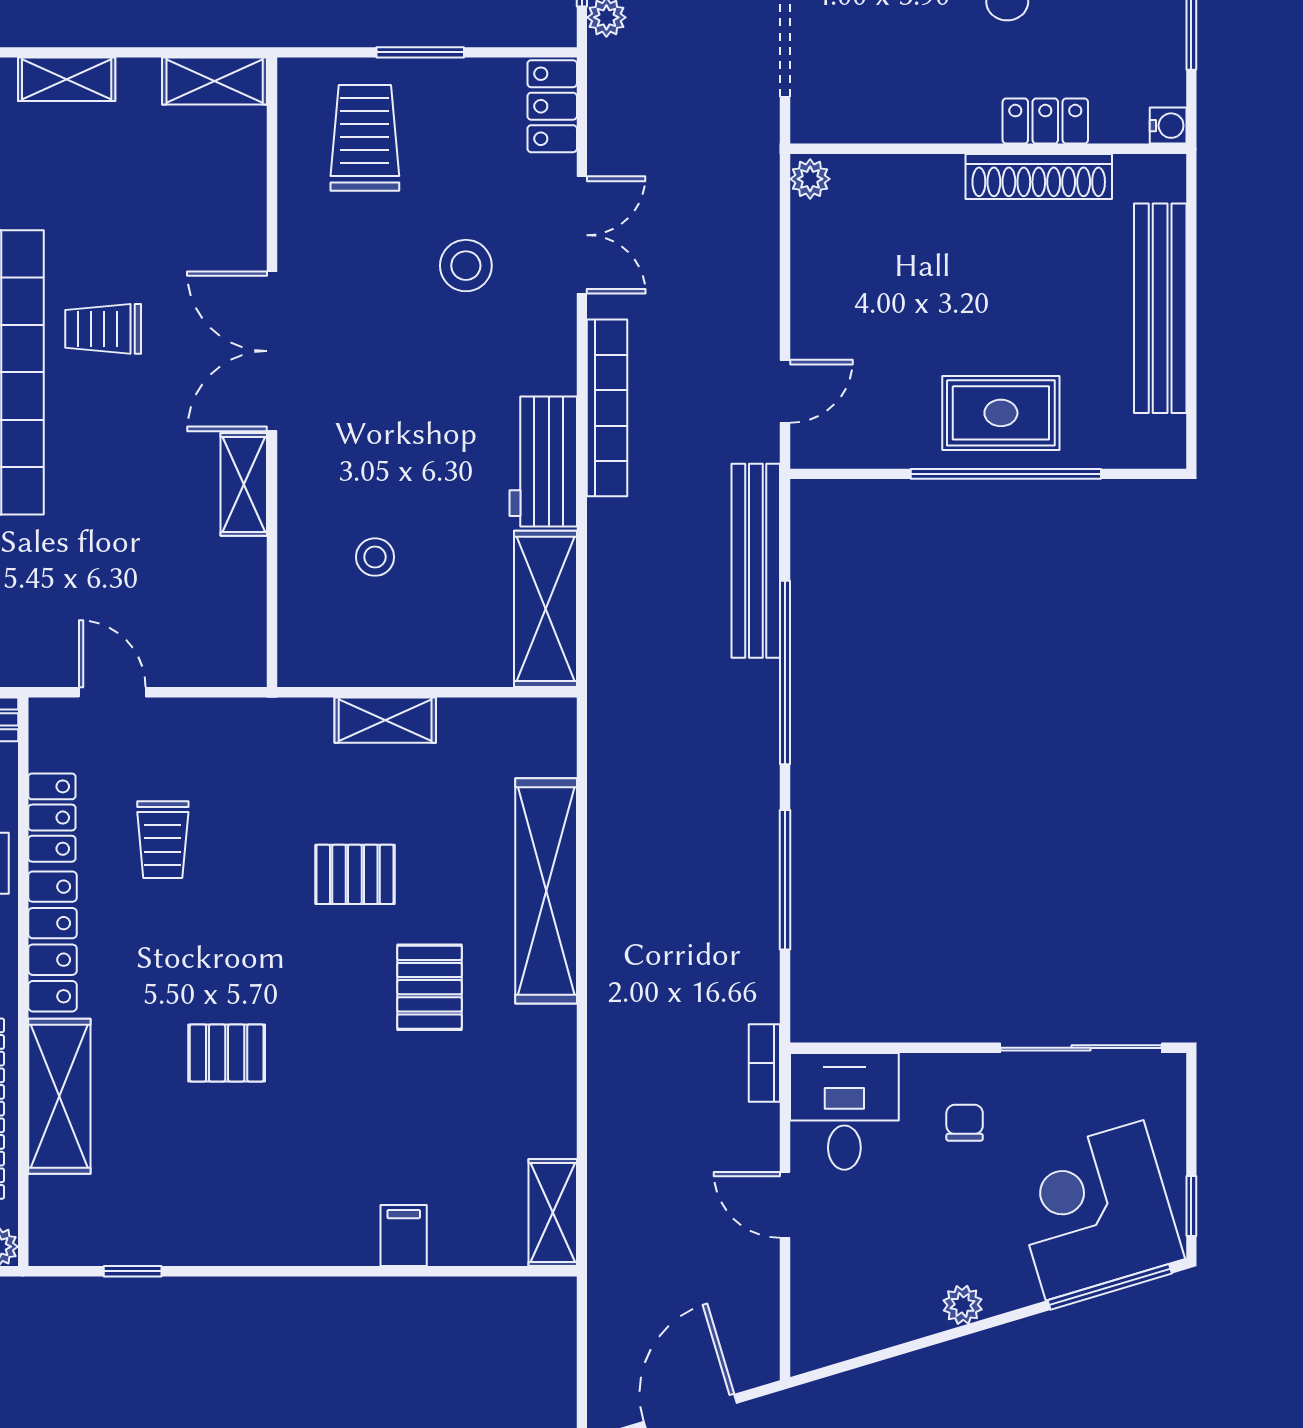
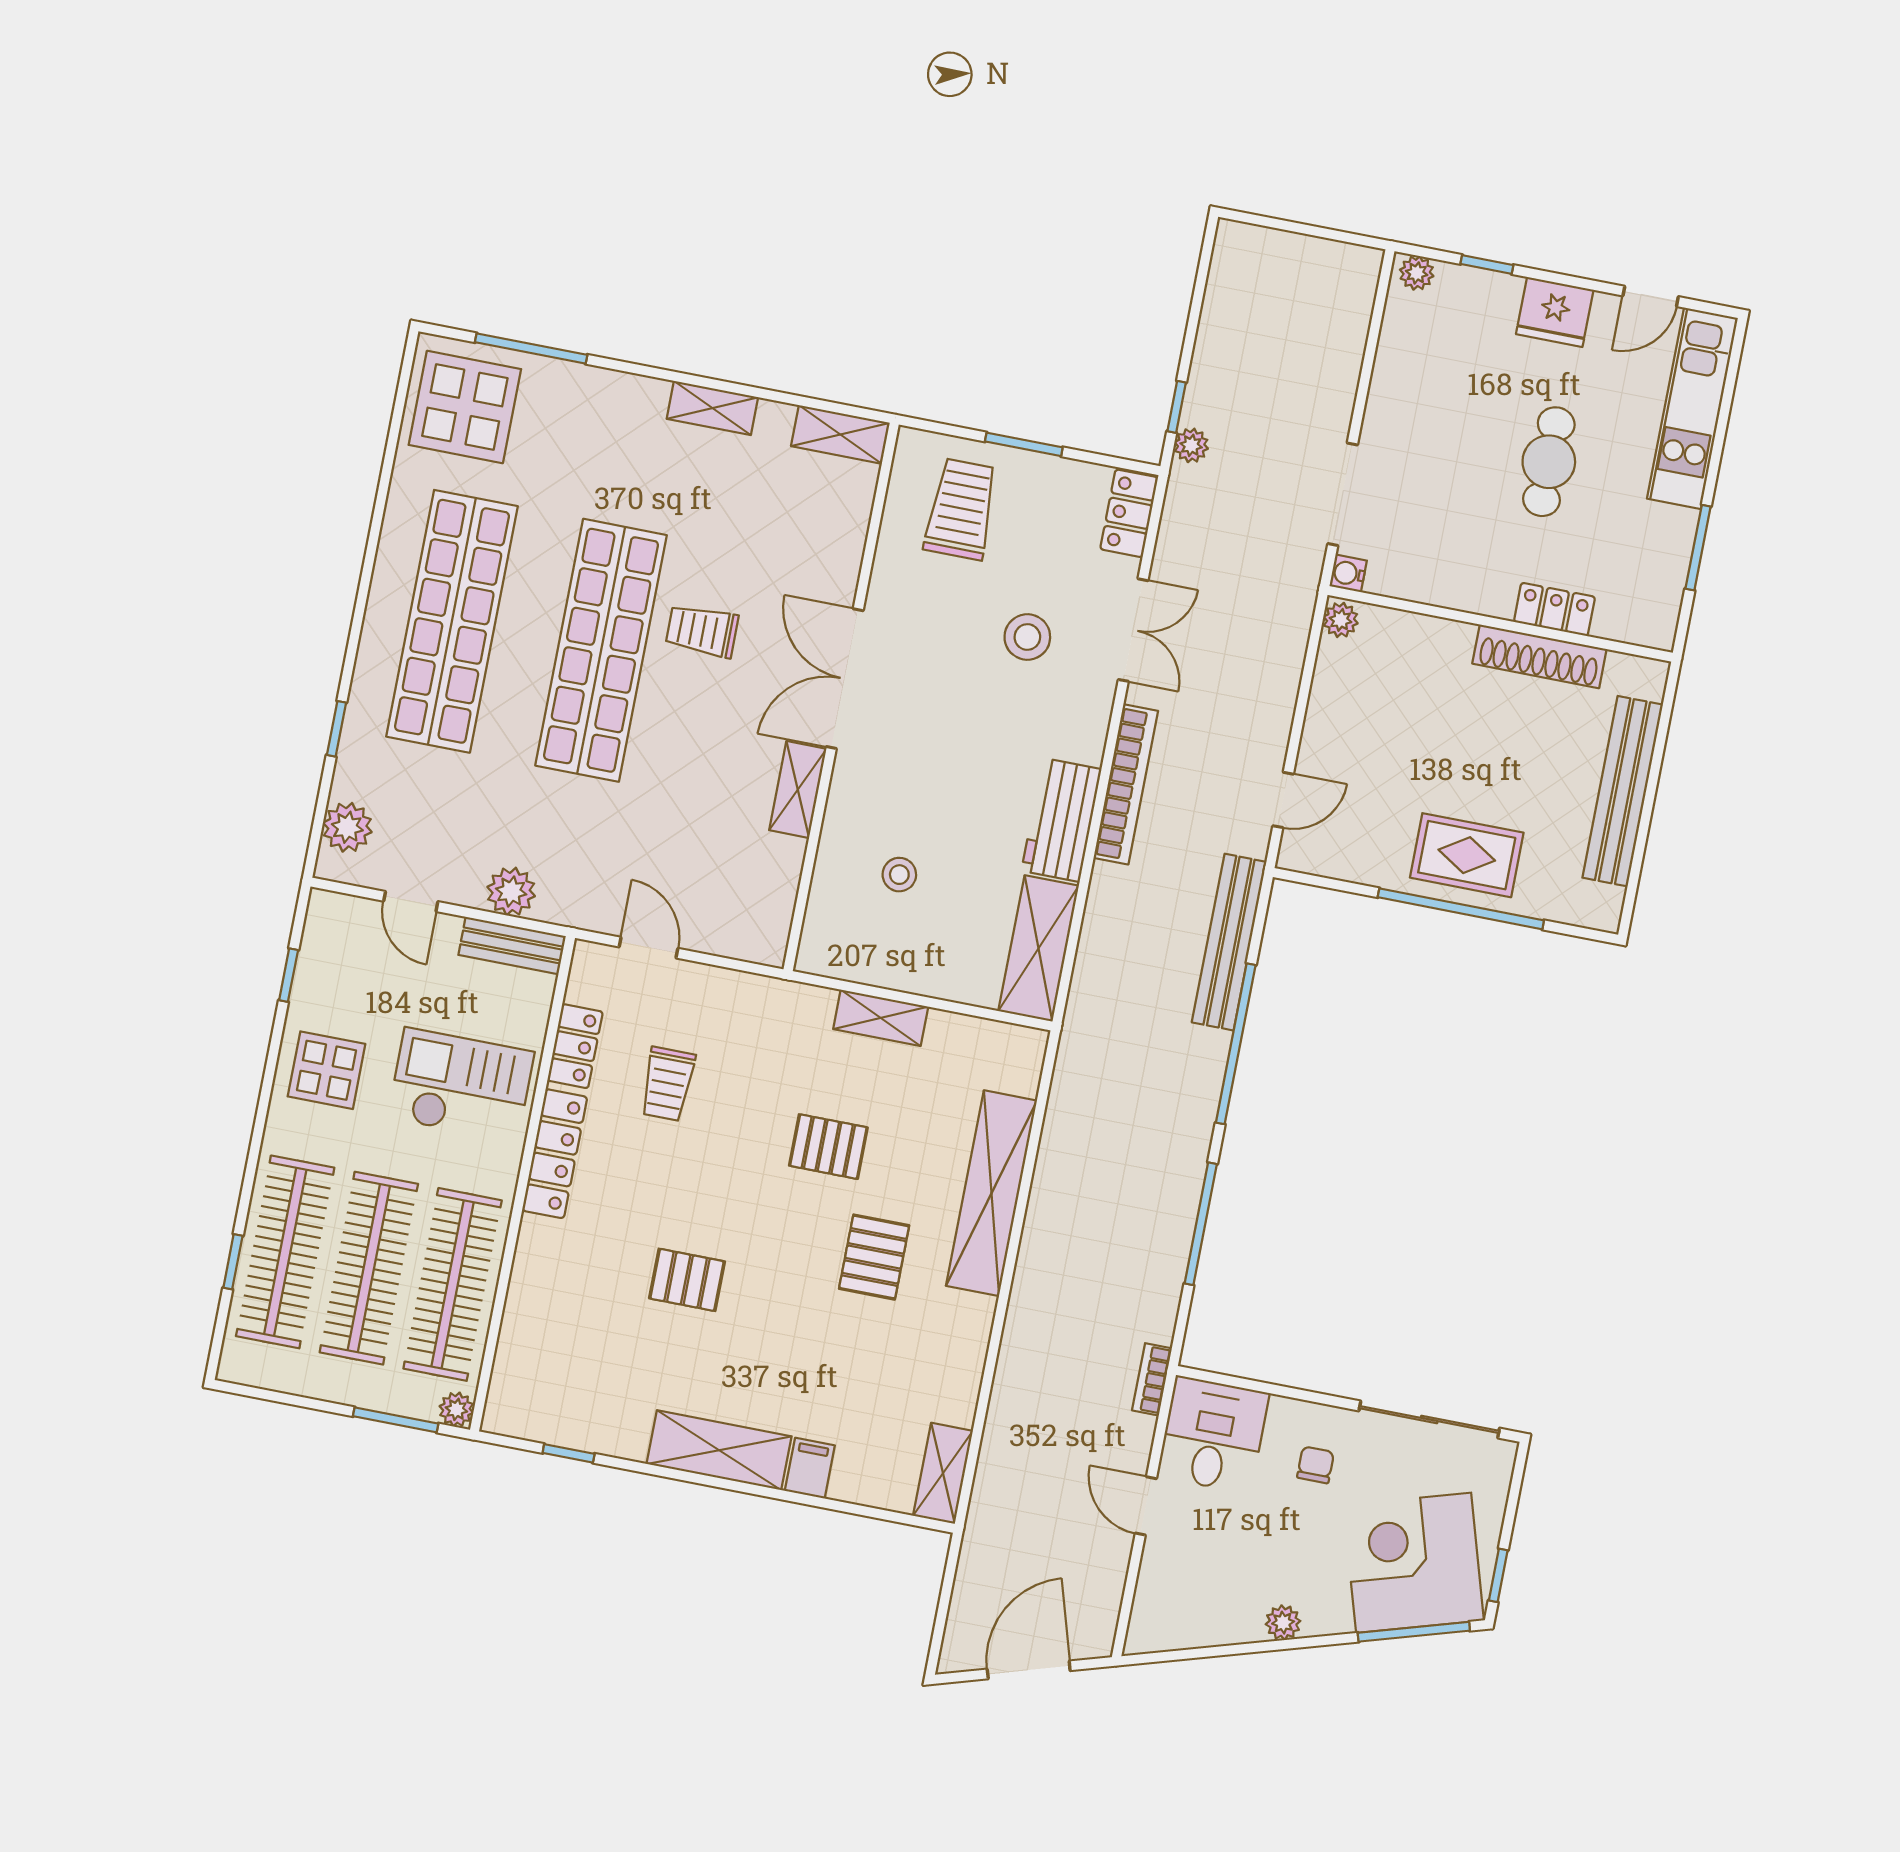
water cooler: (1168, 126) -> (1348, 573), moved, turned 180
shelving: (59, 1096) -> (719, 1450), moved, turned 90

